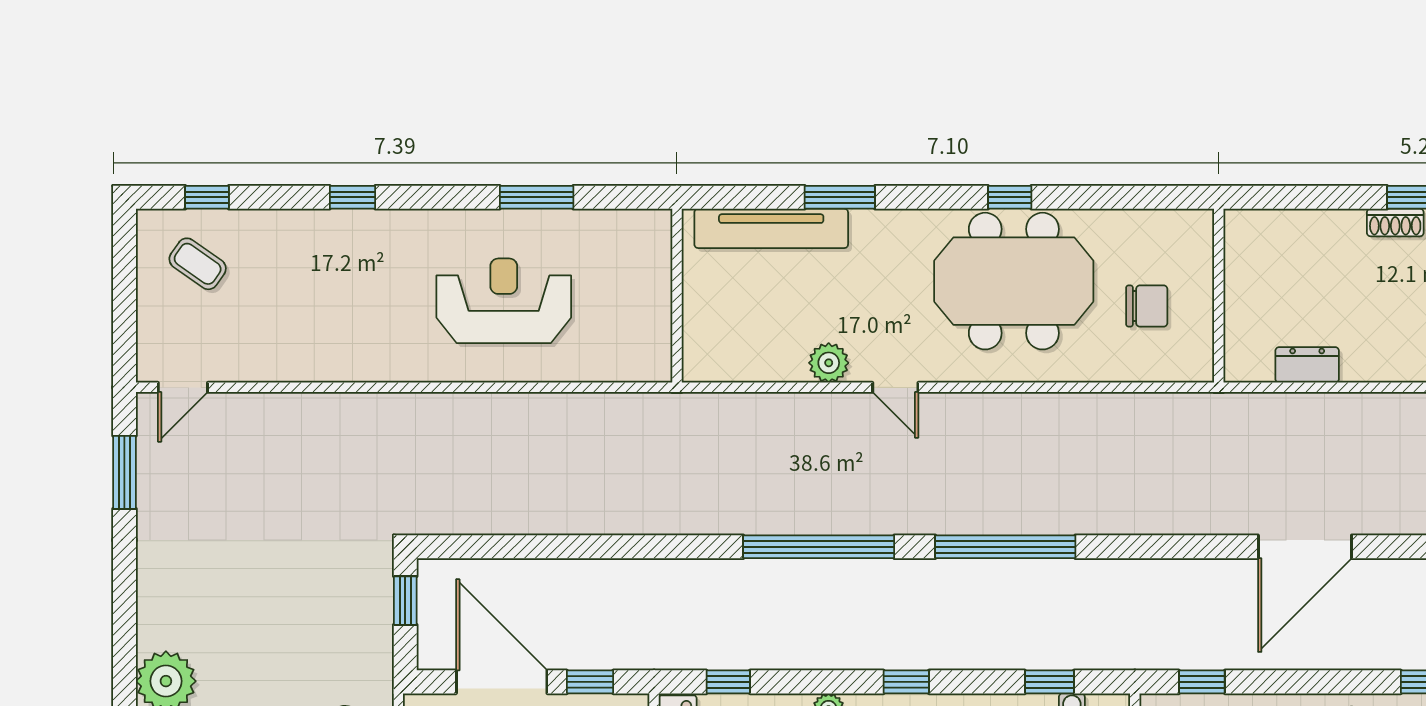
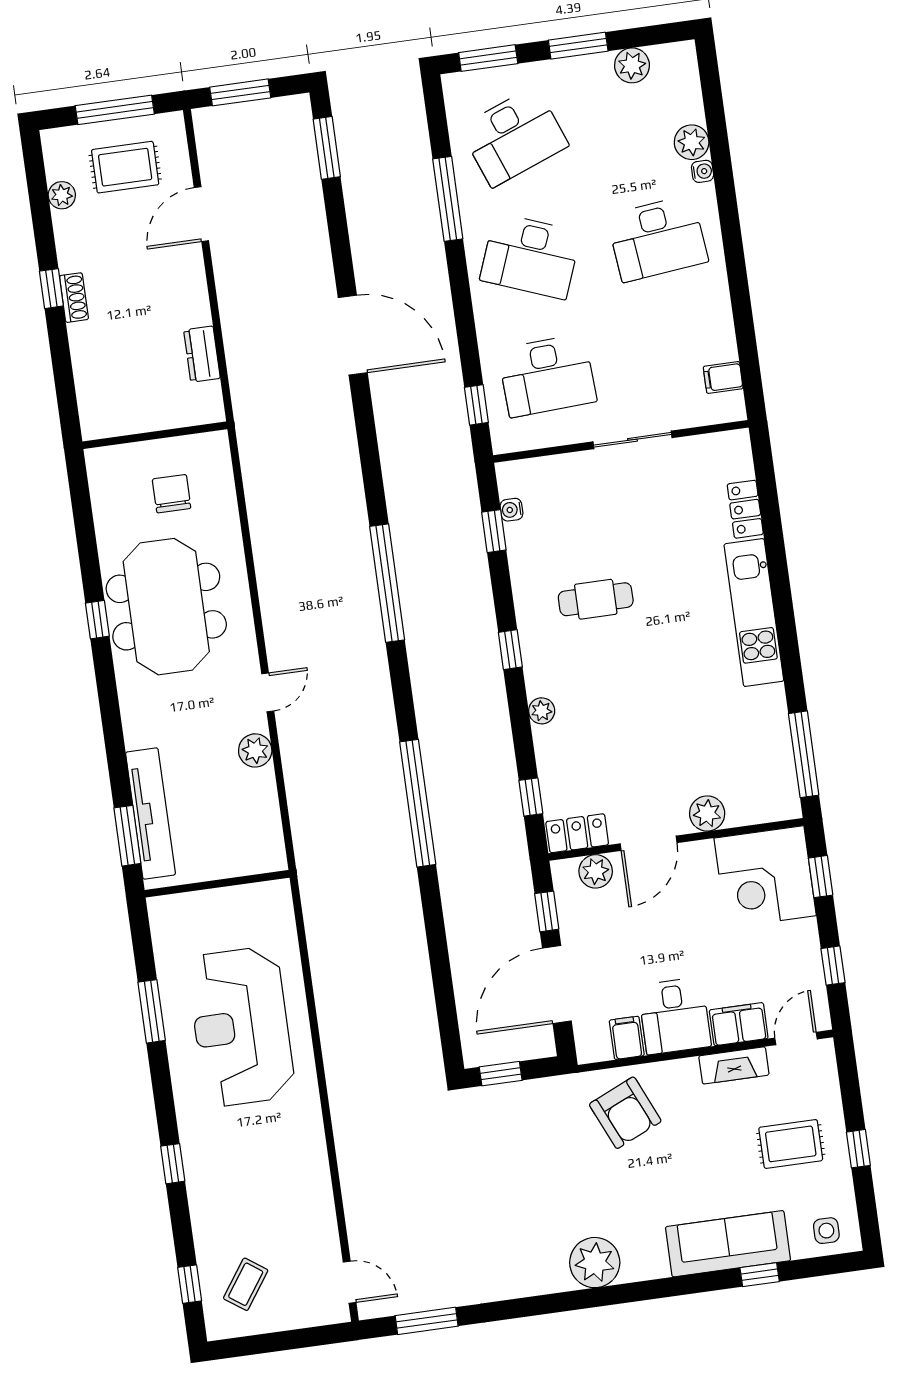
window: (840, 197) -> (127, 836), moved
reception desk: (504, 301) -> (241, 1027), width x1.36, depth x1.30
window: (819, 547) -> (418, 803), moved

